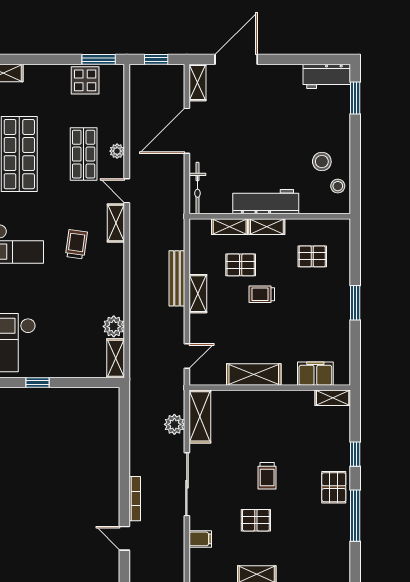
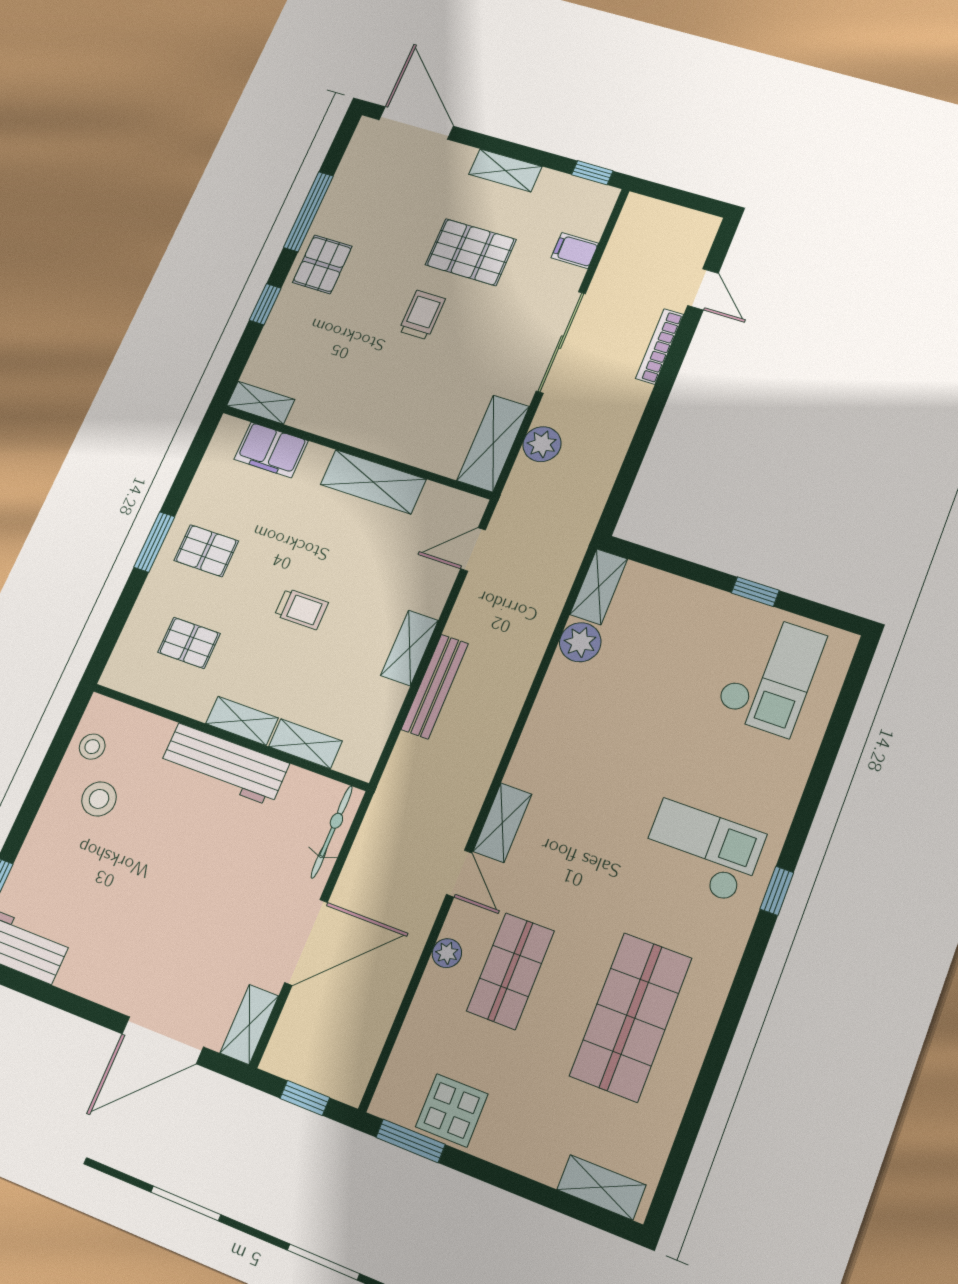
trolley: (76, 244) -> (590, 810), removed
pallet: (241, 265) -> (206, 551), moved
pallet: (256, 520) -> (471, 252), width x1.50, depth x1.42

